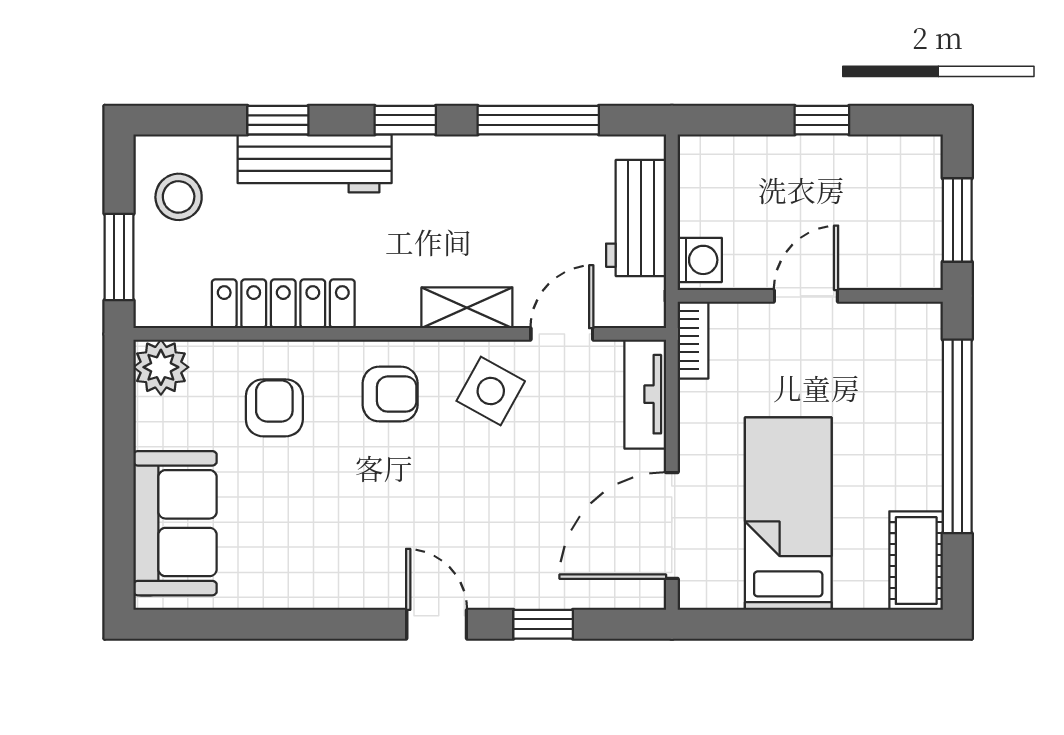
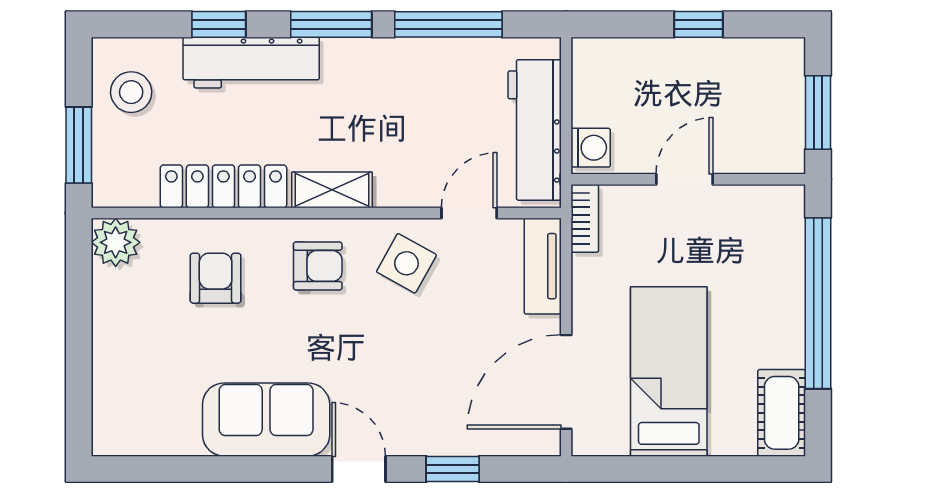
window: (405, 120) -> (331, 24), width x1.50
workbench: (636, 218) -> (535, 130), width x1.38
shelving: (467, 308) -> (332, 190), moved
sofa: (175, 523) -> (266, 420), moved, turned -90

